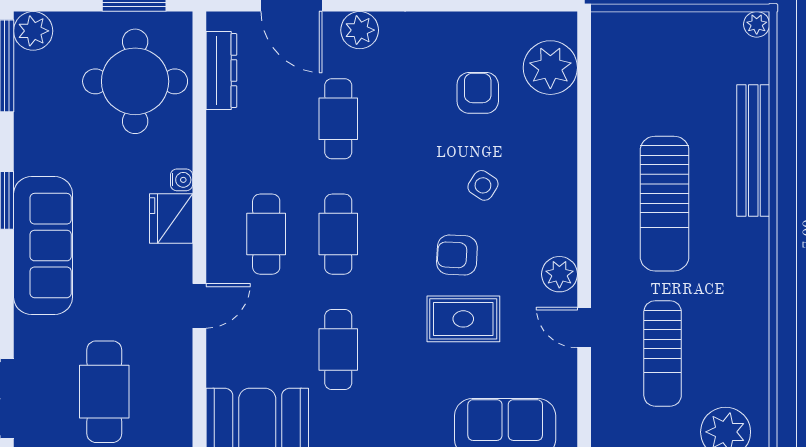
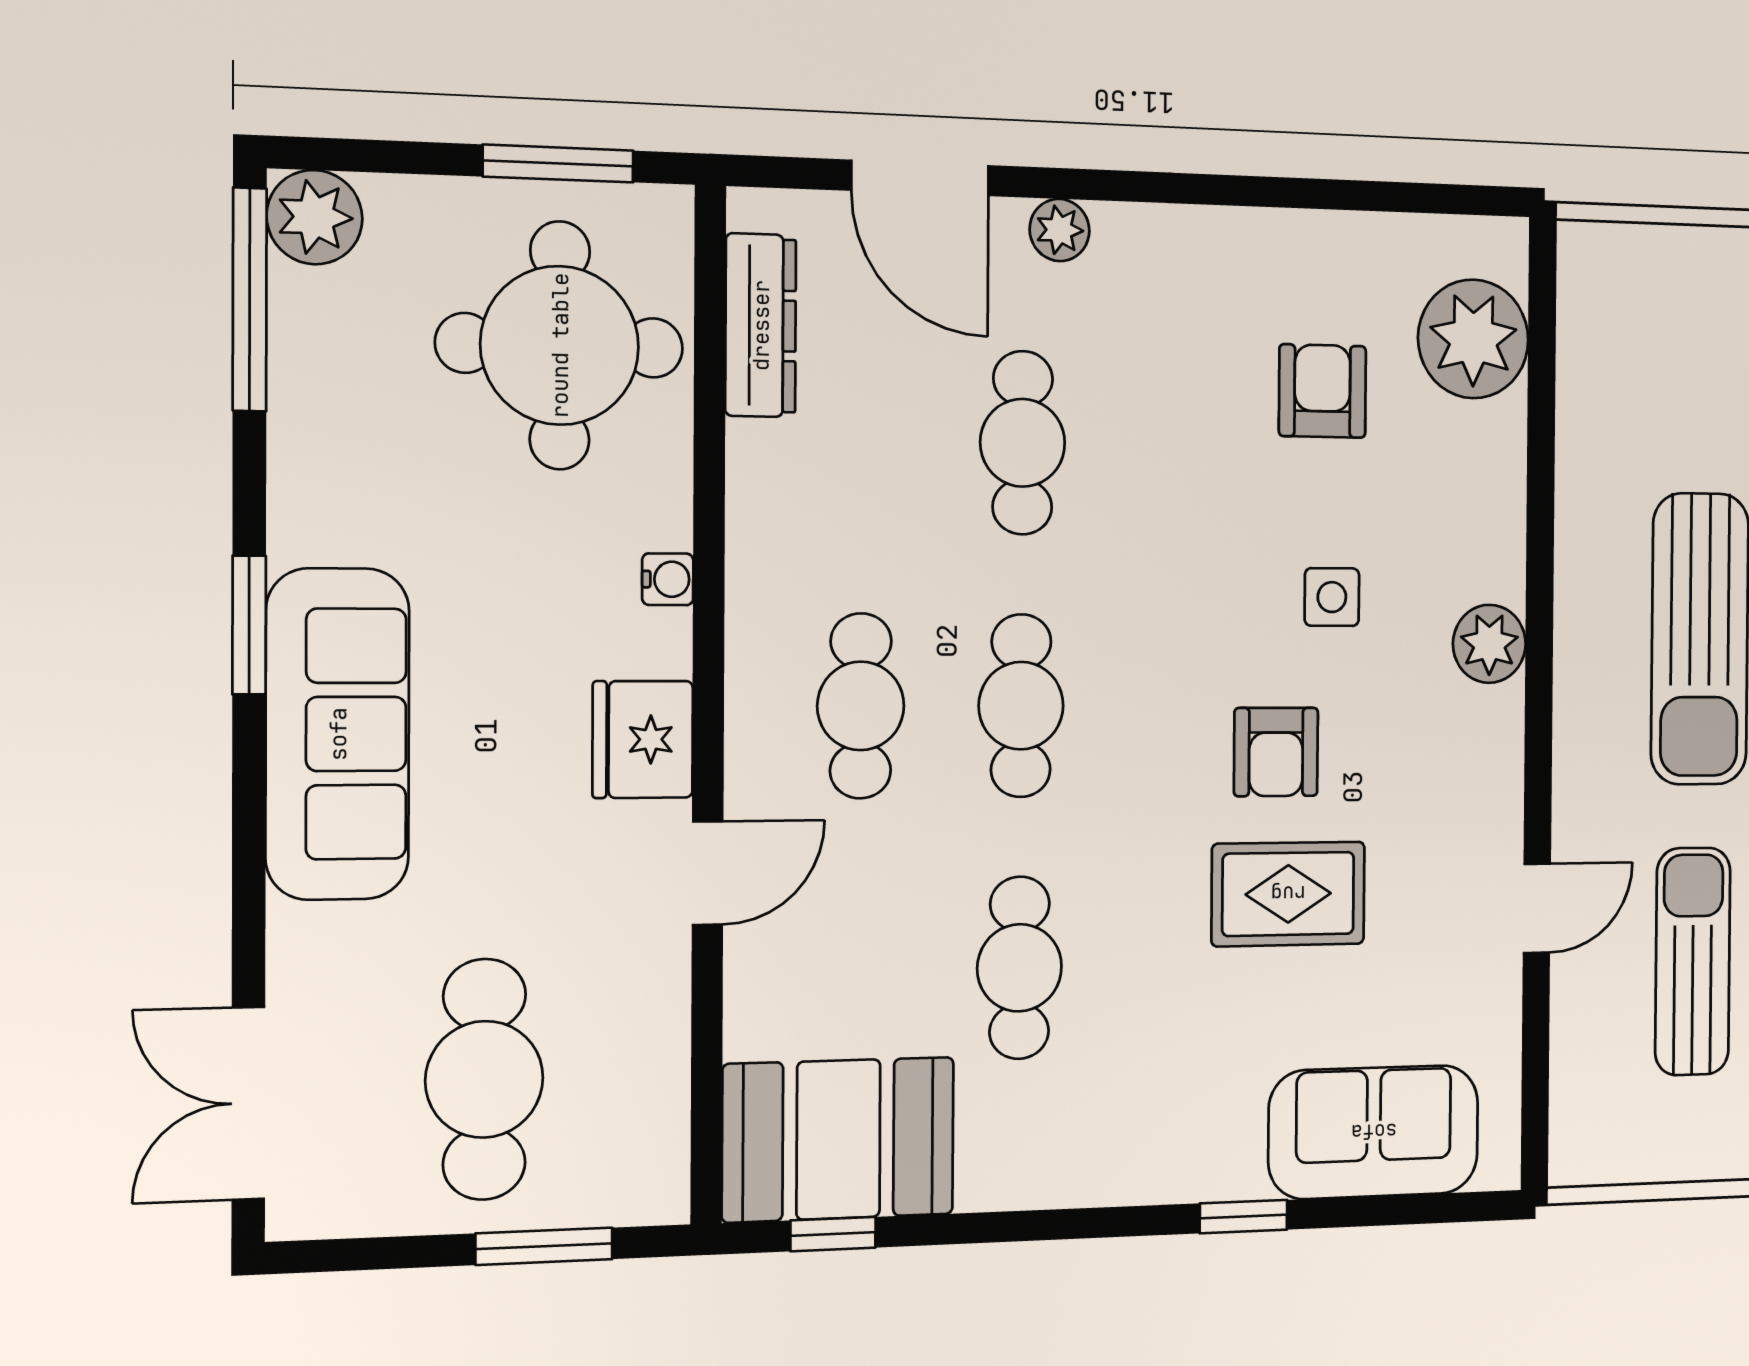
plant: (360, 30) -> (1060, 230), width x0.73, depth x0.73
side table: (483, 185) -> (1332, 597), turned -33
fridge: (171, 219) -> (643, 739), moved
armchair: (457, 255) -> (1276, 752), turned -93
plant: (559, 274) -> (1489, 644), moved
door: (584, 327) -> (1537, 908), swing flipped
sun lounger: (663, 353) -> (1693, 961), turned 180

